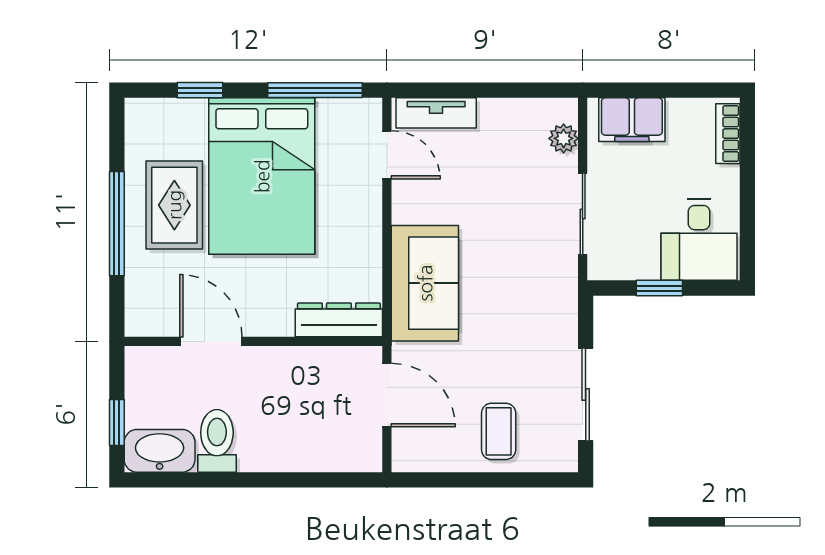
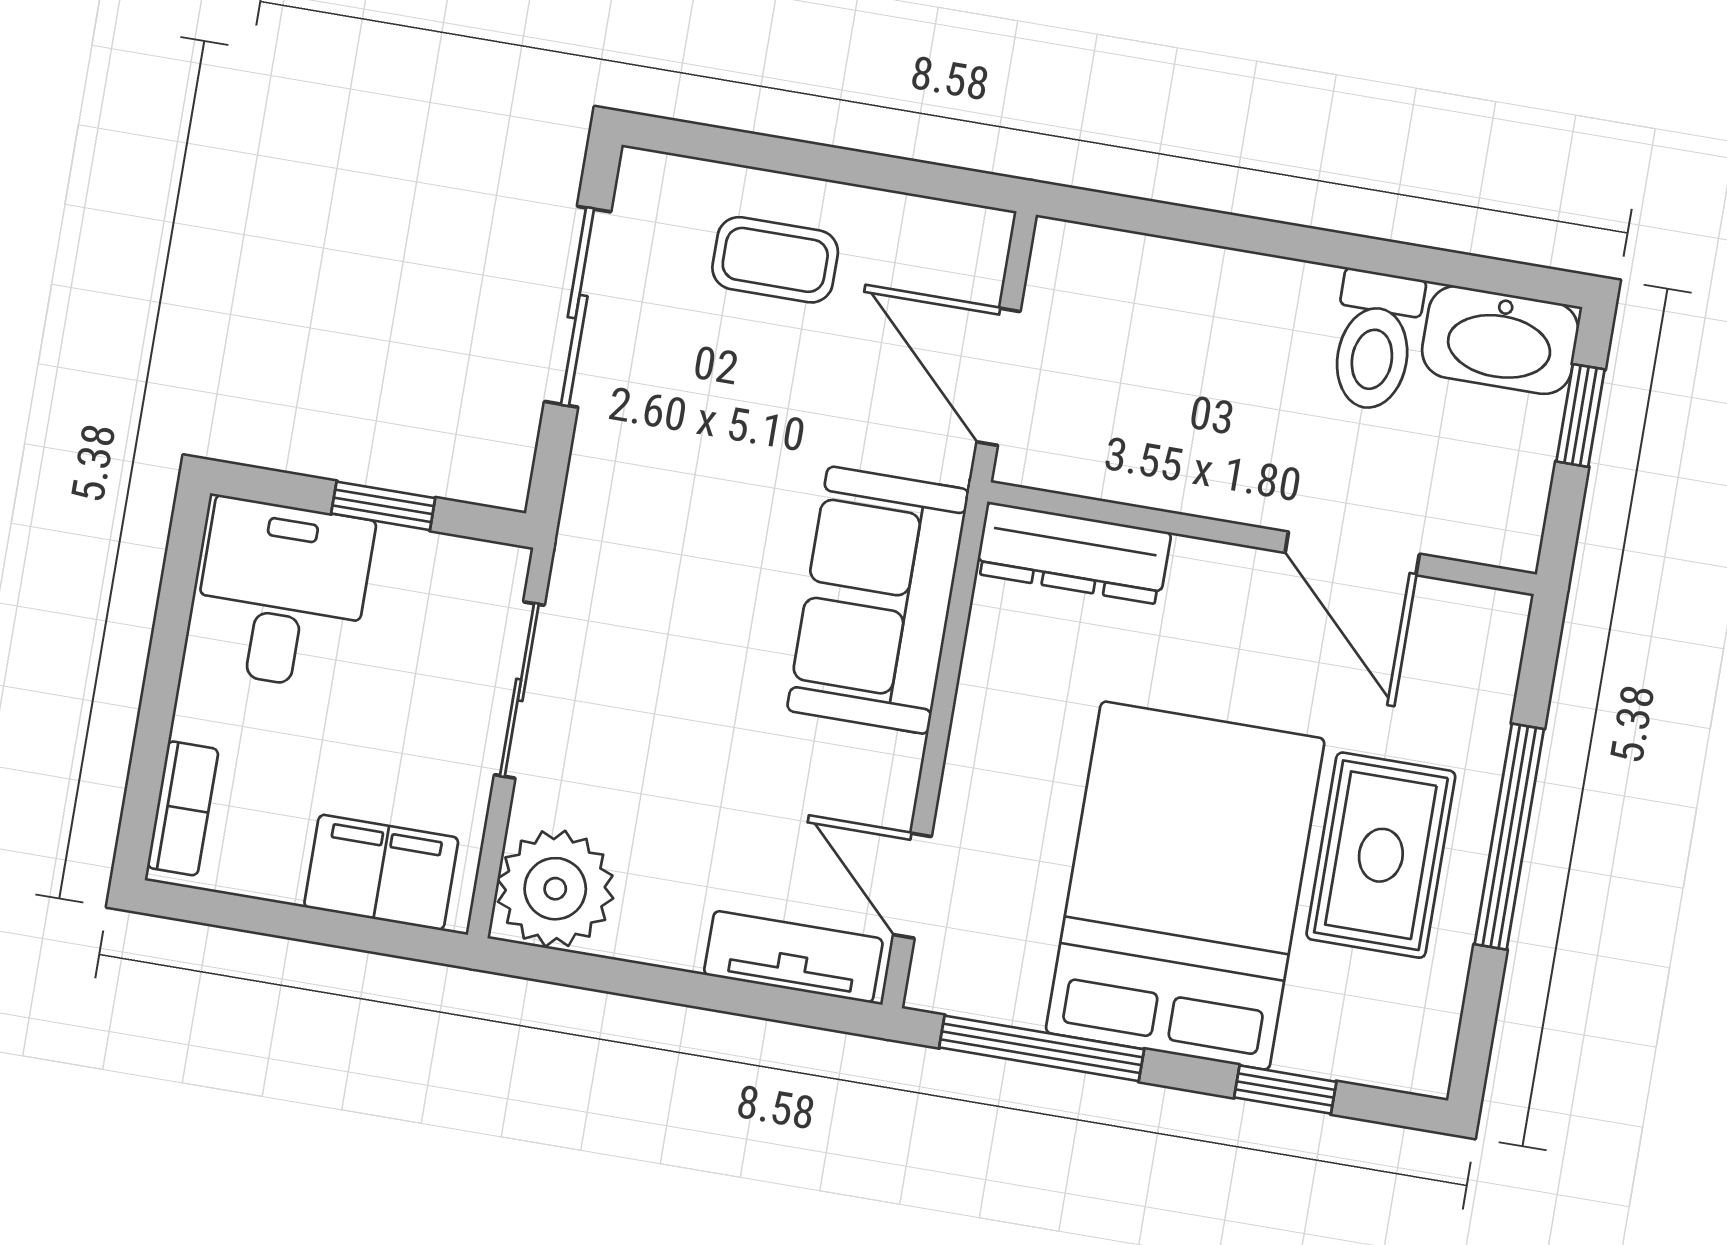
plant: (564, 138) -> (555, 889), width x1.87, depth x1.87
coffee table: (499, 431) -> (775, 260), turned 90

